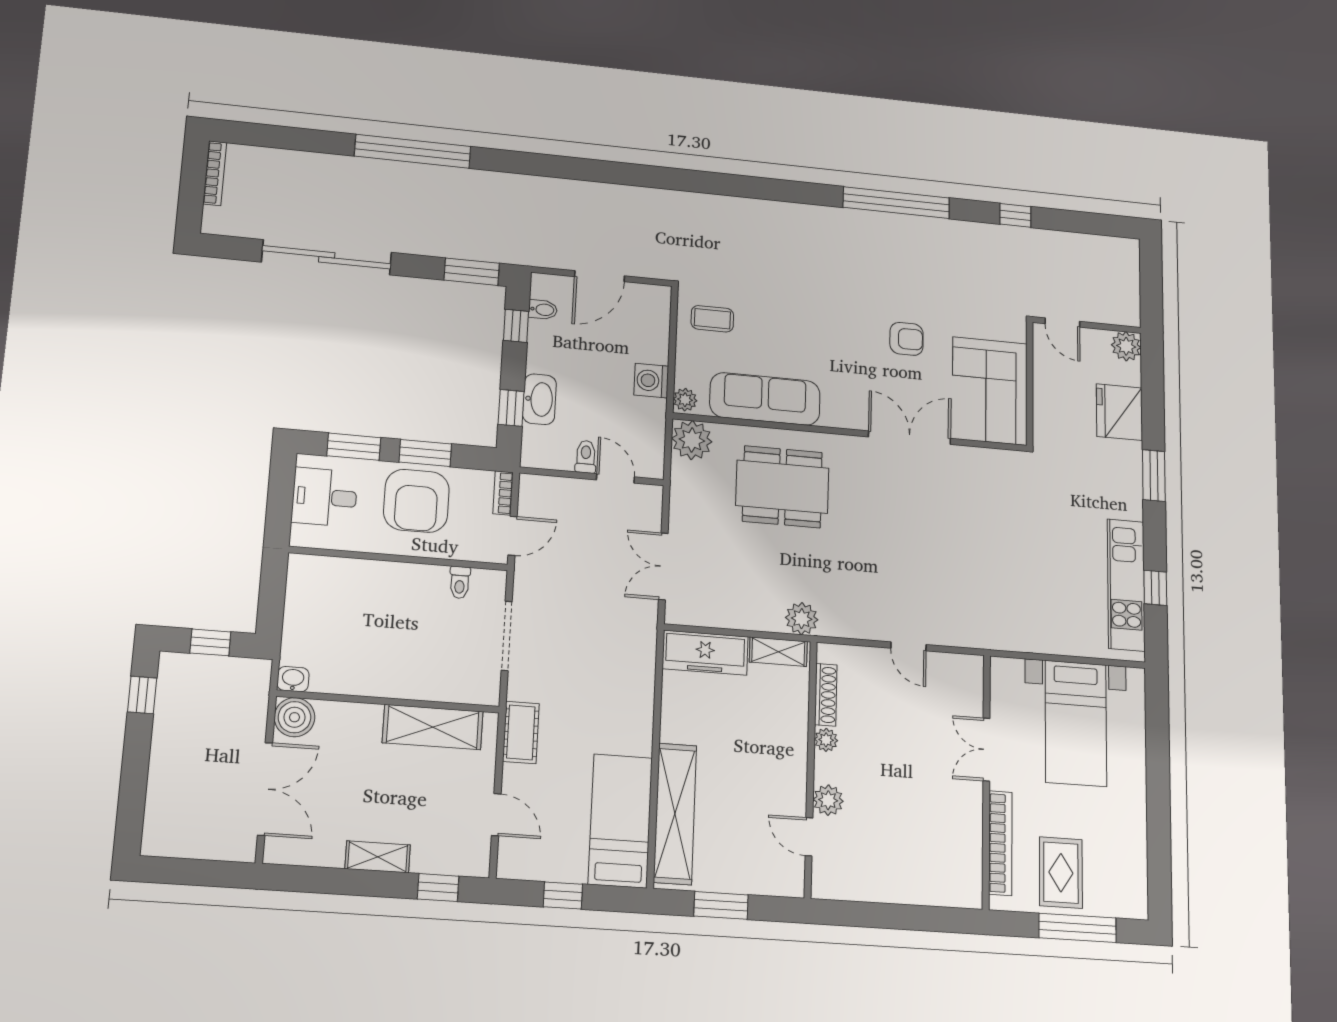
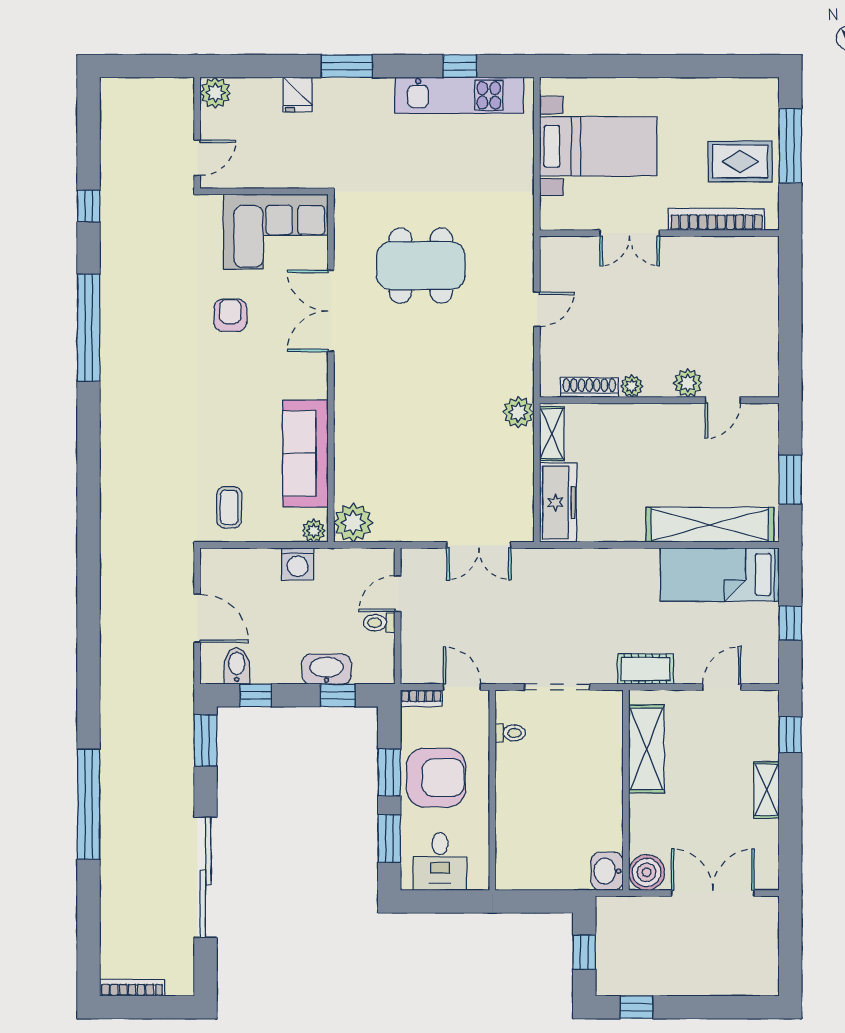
bidet: (543, 310) -> (237, 666), width x1.38, depth x1.36
fridge: (1119, 412) -> (298, 95), width x0.53, depth x0.75
dining table: (782, 487) -> (421, 266), moved, turned 90
washbasin: (293, 679) -> (607, 871), width x1.38, depth x1.45

